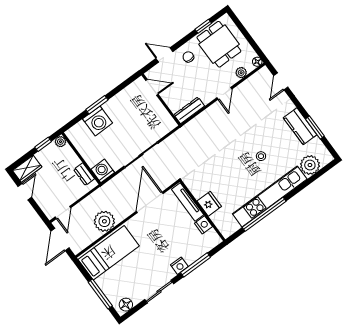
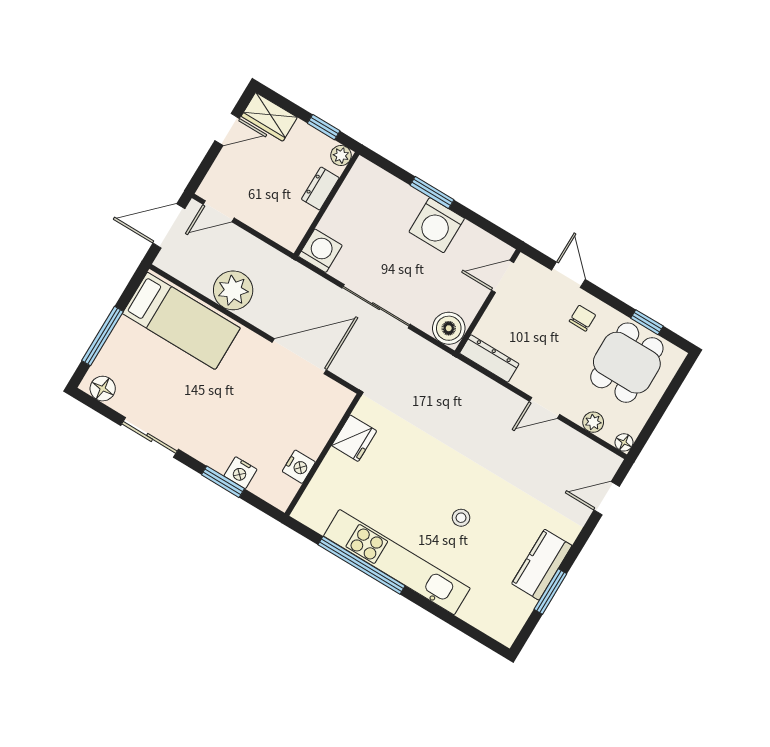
door: (152, 87) -> (503, 276), swing flipped
washing machine: (98, 121) -> (437, 225), moved
boiler: (166, 124) -> (449, 328), added
plant: (310, 165) -> (481, 610), removed
dresser: (84, 174) -> (320, 188), moved
tv unit: (188, 202) -> (327, 422), removed
fridge: (209, 204) -> (354, 438), moved
window: (195, 265) -> (223, 482), width x0.69
nightstand: (179, 266) -> (240, 473), moved

